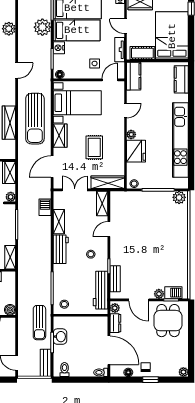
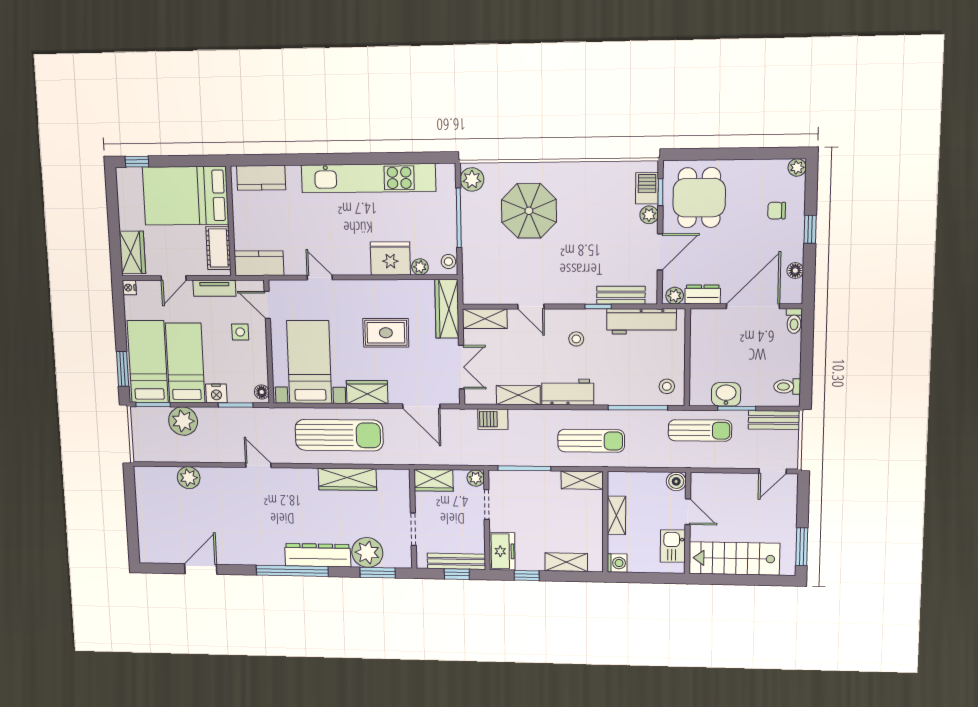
plant: (131, 134) -> (420, 267), moved
double door: (75, 190) -> (461, 367), swing flipped
parasol: (162, 229) -> (529, 211), added
sun lounger: (33, 262) -> (591, 441), added
dining table: (168, 321) -> (699, 198), turned 90
chair: (146, 367) -> (777, 211), moved

